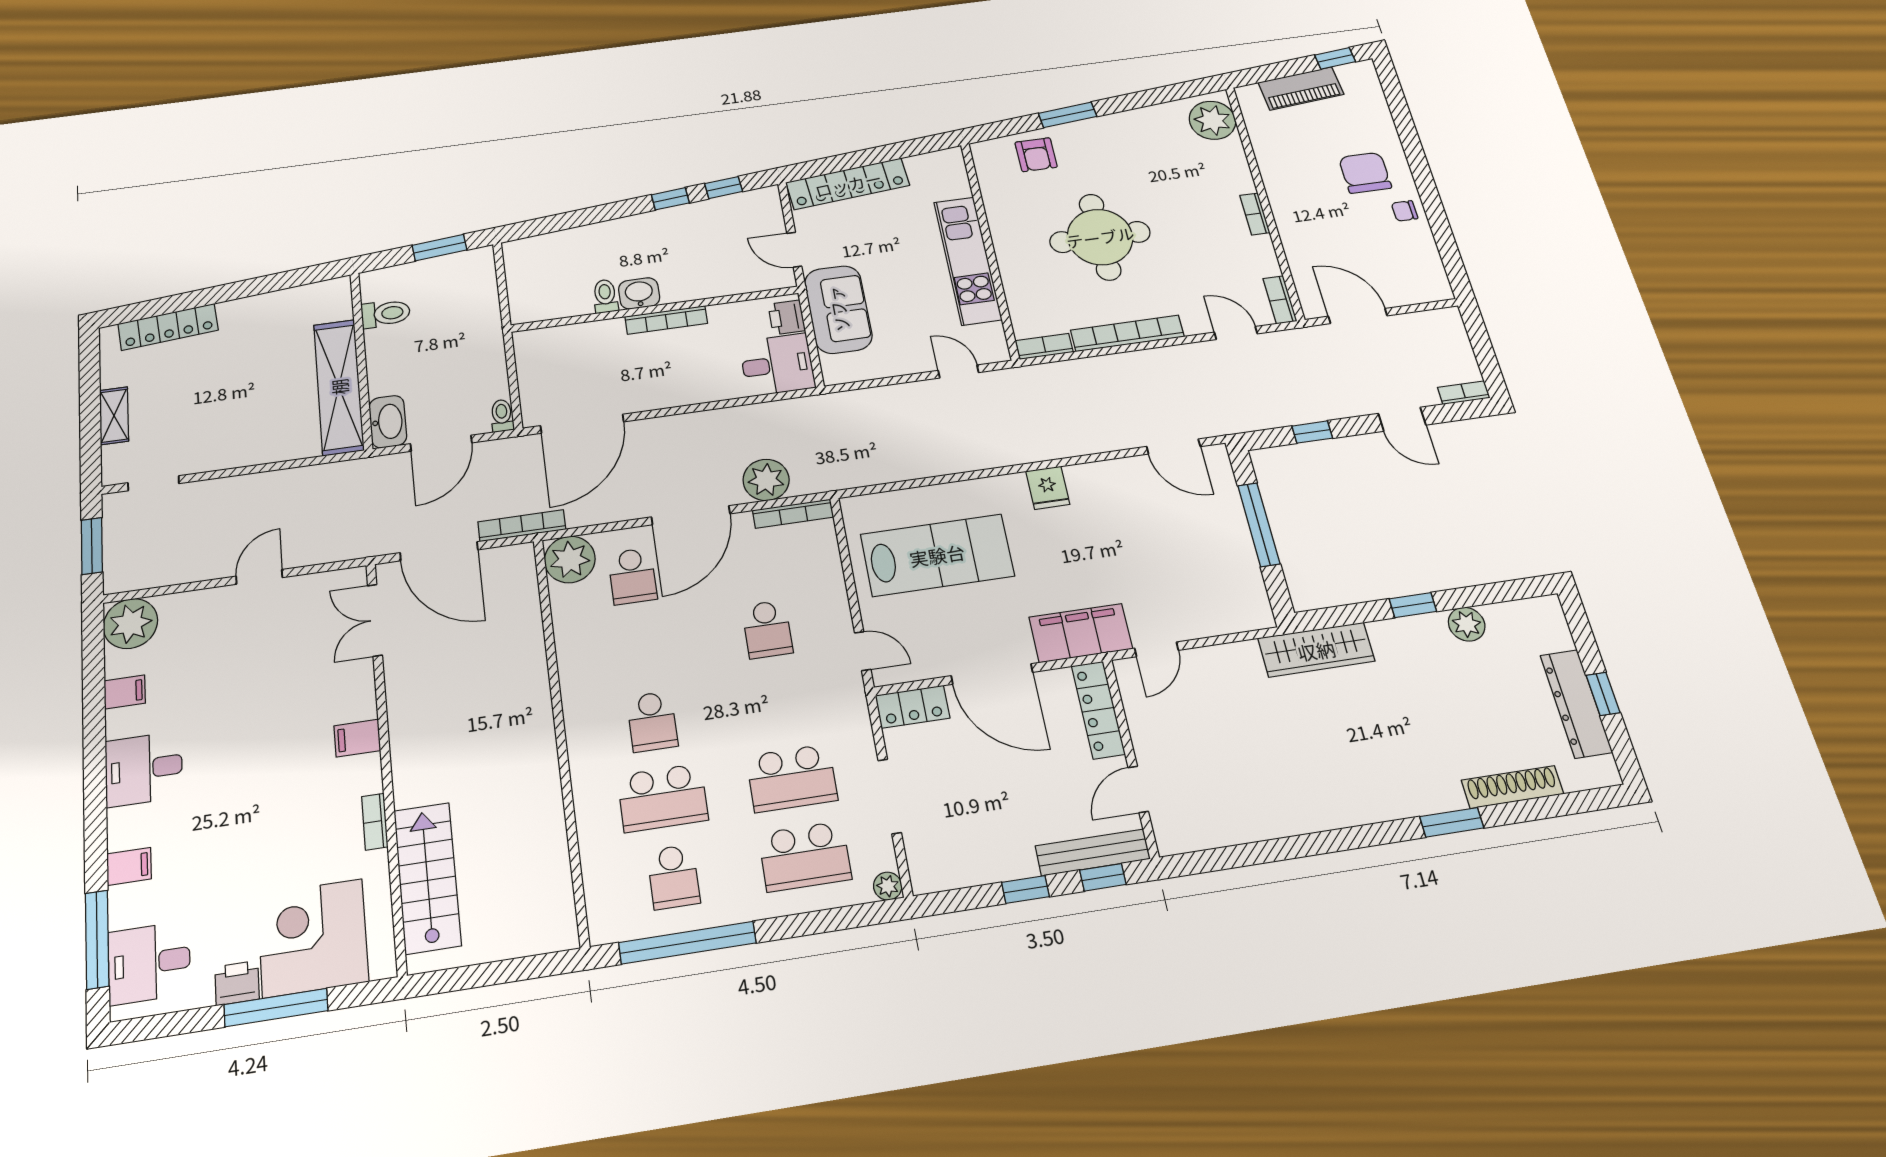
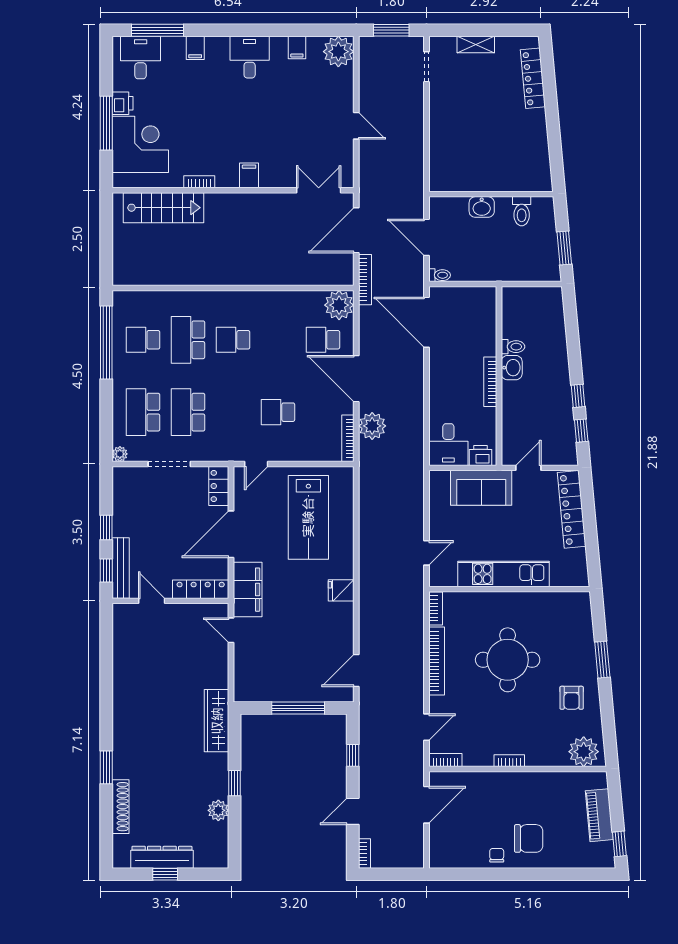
armchair: (1036, 155) -> (572, 698), moved, turned -90
shelving: (339, 387) -> (475, 179), removed
washbasin: (388, 422) -> (482, 207), moved, width x0.72

